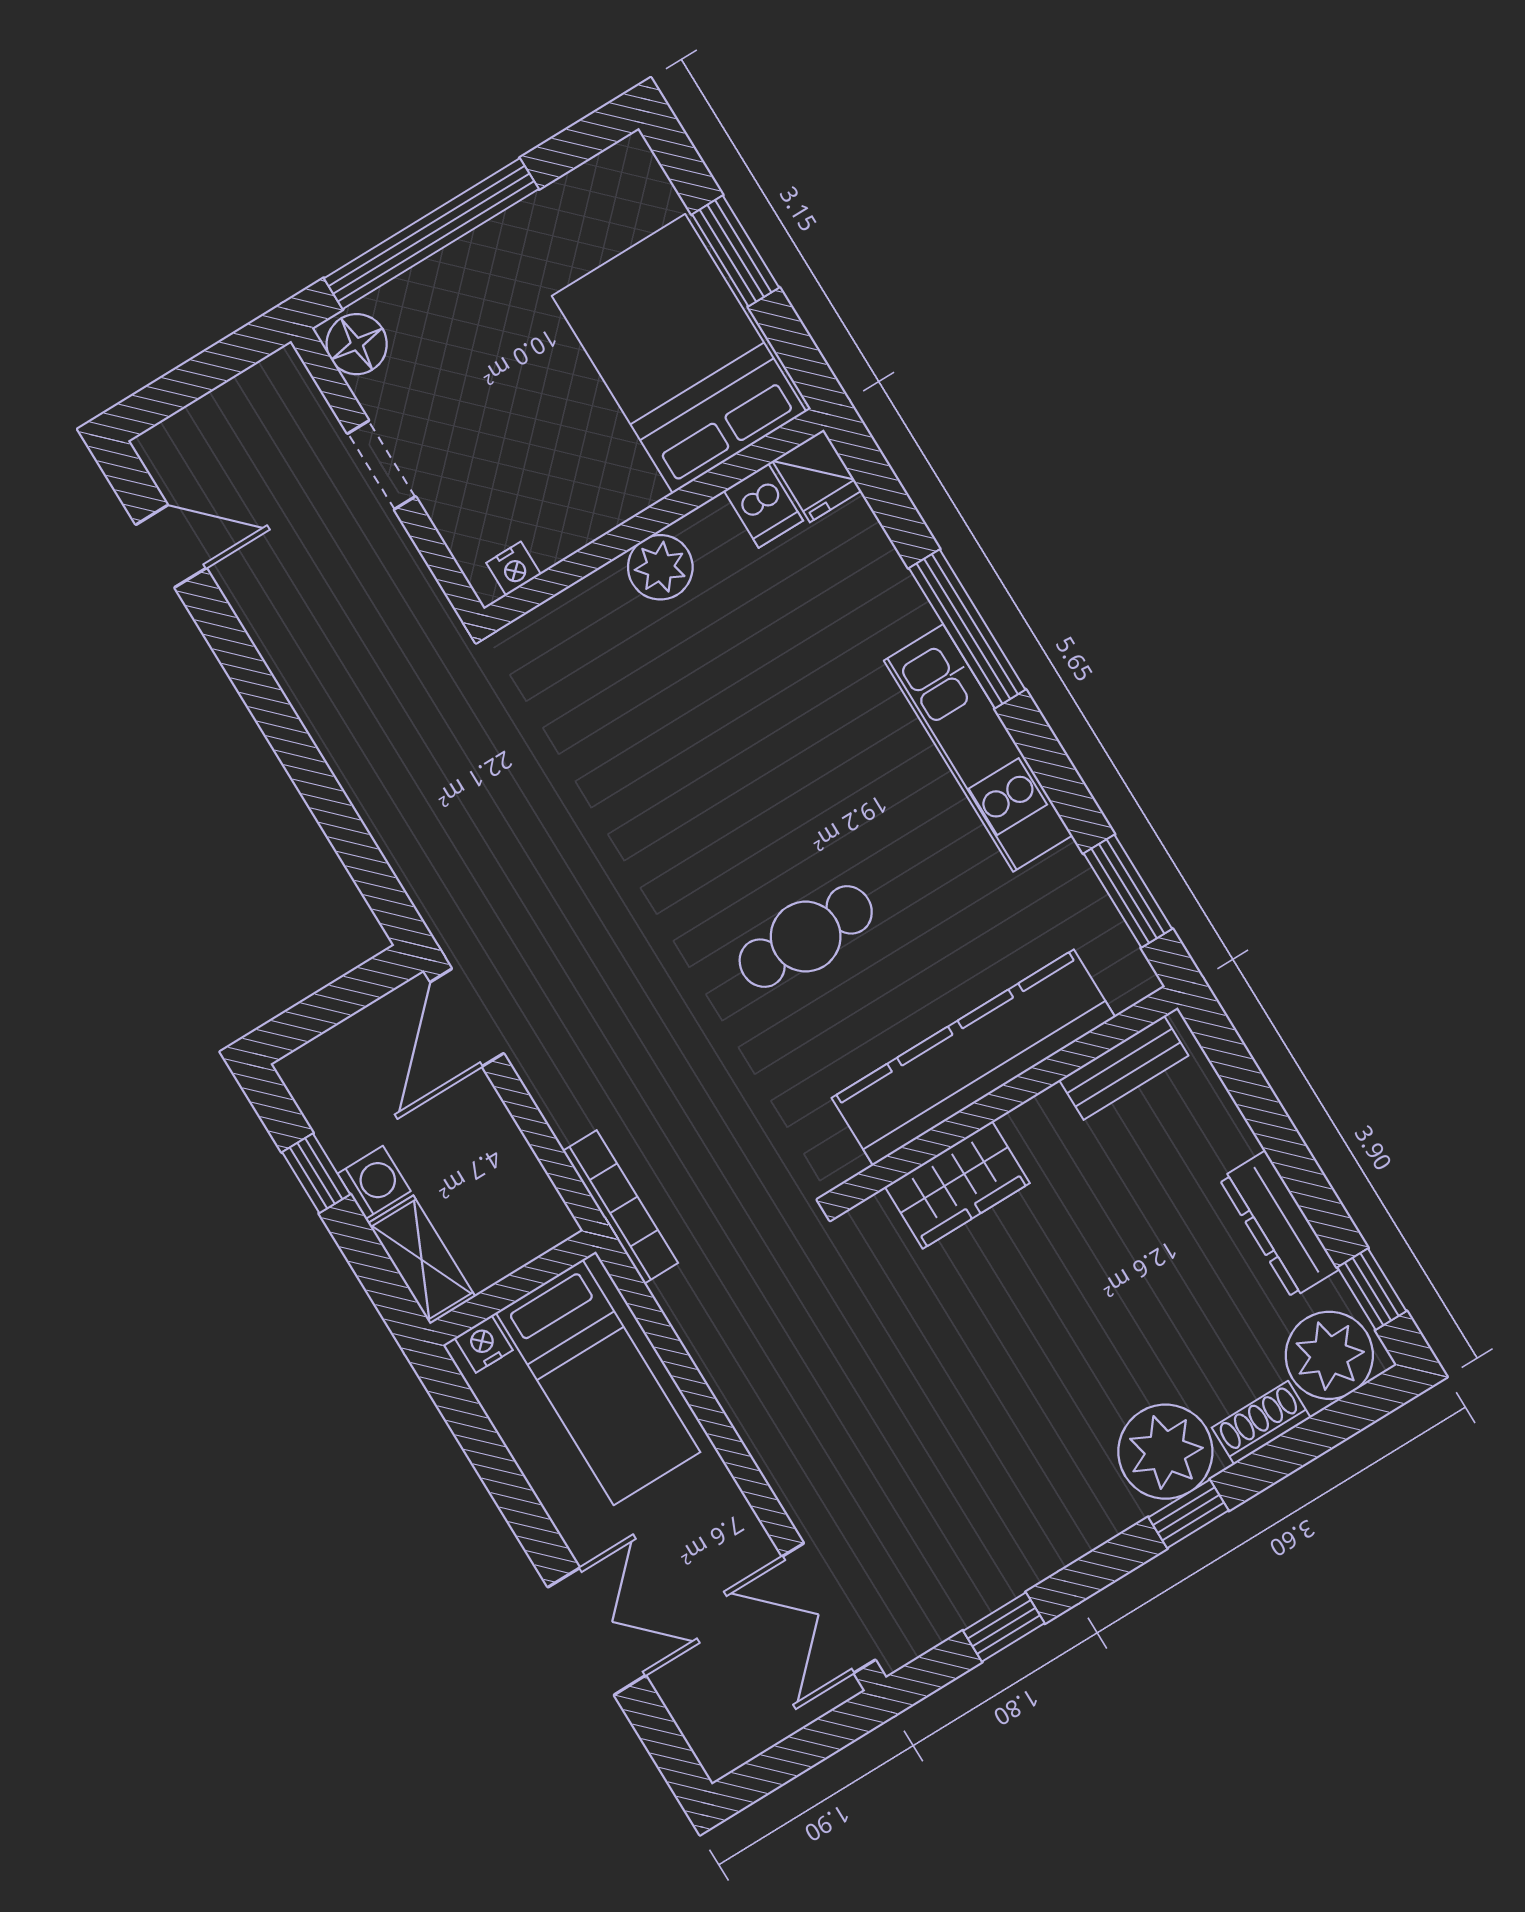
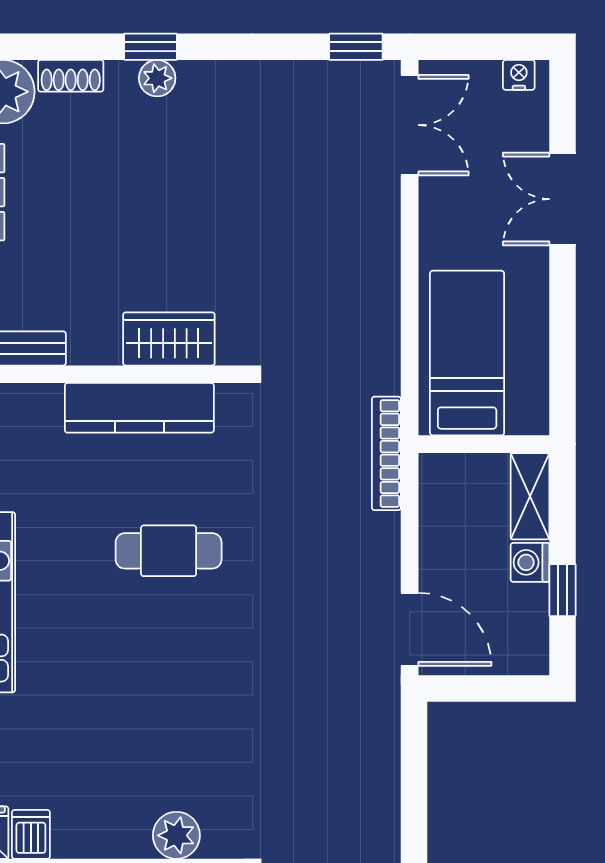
plant: (660, 567) -> (176, 835), moved
door: (467, 1018) -> (410, 629), hinge flipped
kitchen counter: (973, 1057) -> (139, 408), width x0.72, depth x0.86
nightstand: (484, 1344) -> (519, 75), moved, turned 180
plant: (1165, 1452) -> (157, 78), width x0.53, depth x0.53
window: (1004, 1627) -> (356, 47), moved

